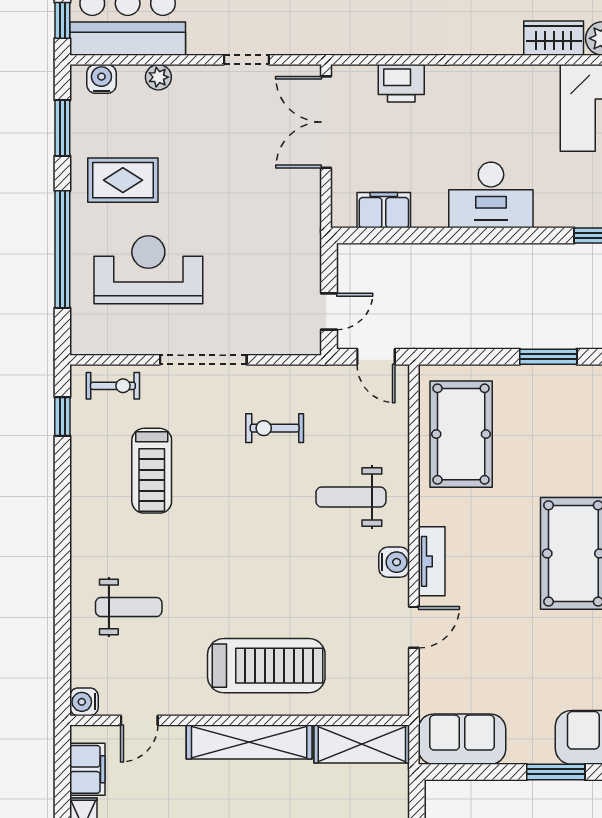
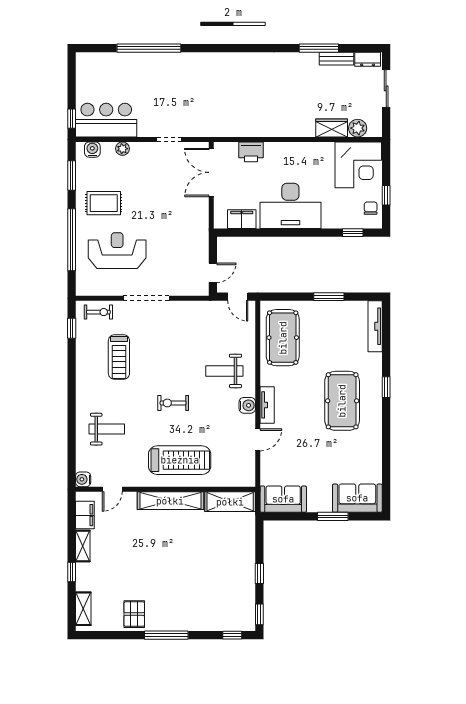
desk: (491, 195) -> (290, 206), width x1.36, depth x1.30
exercise bike: (275, 428) -> (173, 403), moved

